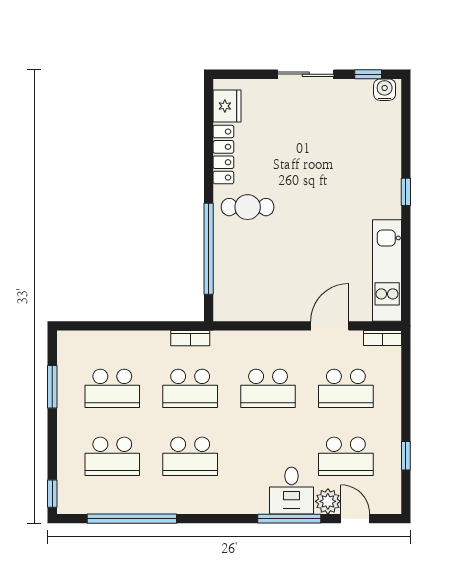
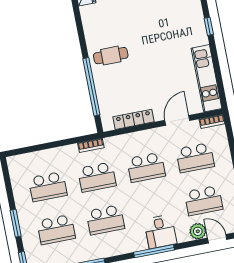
locker: (223, 155) -> (134, 119), moved, turned -90
window: (52, 387) -> (16, 223), moved
desk: (291, 491) -> (160, 232), moved
window: (289, 519) -> (154, 251), moved

